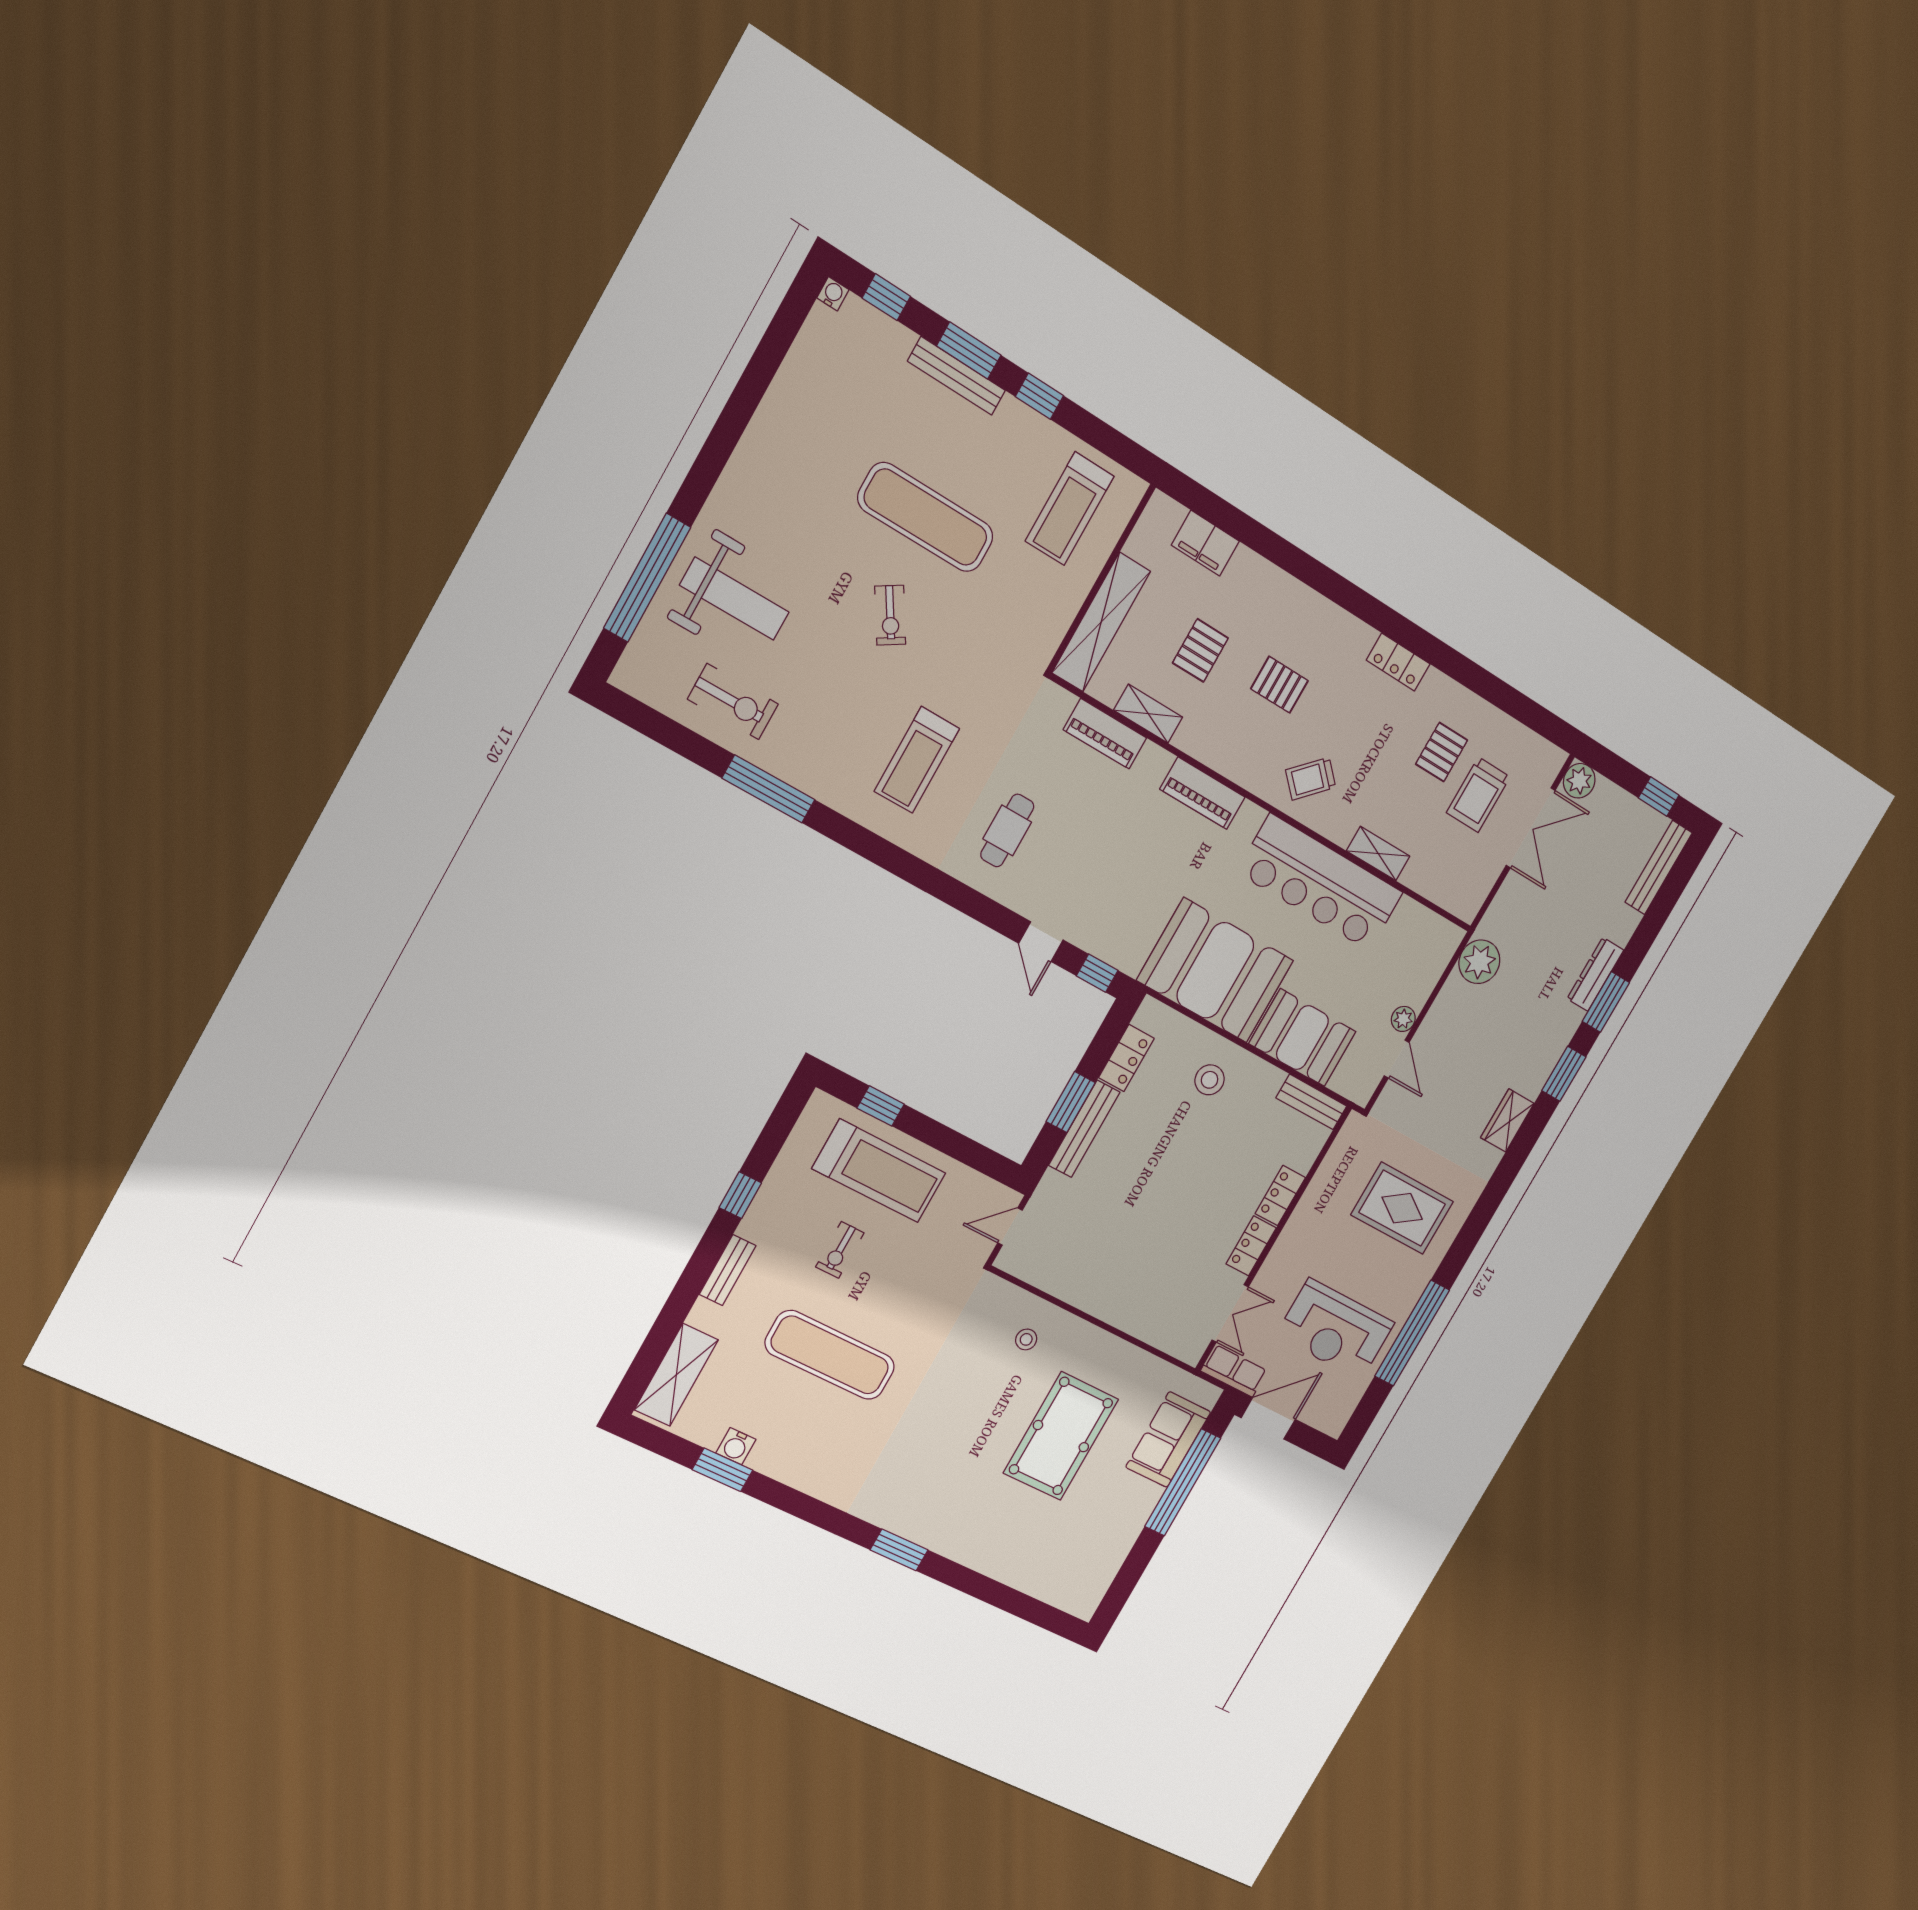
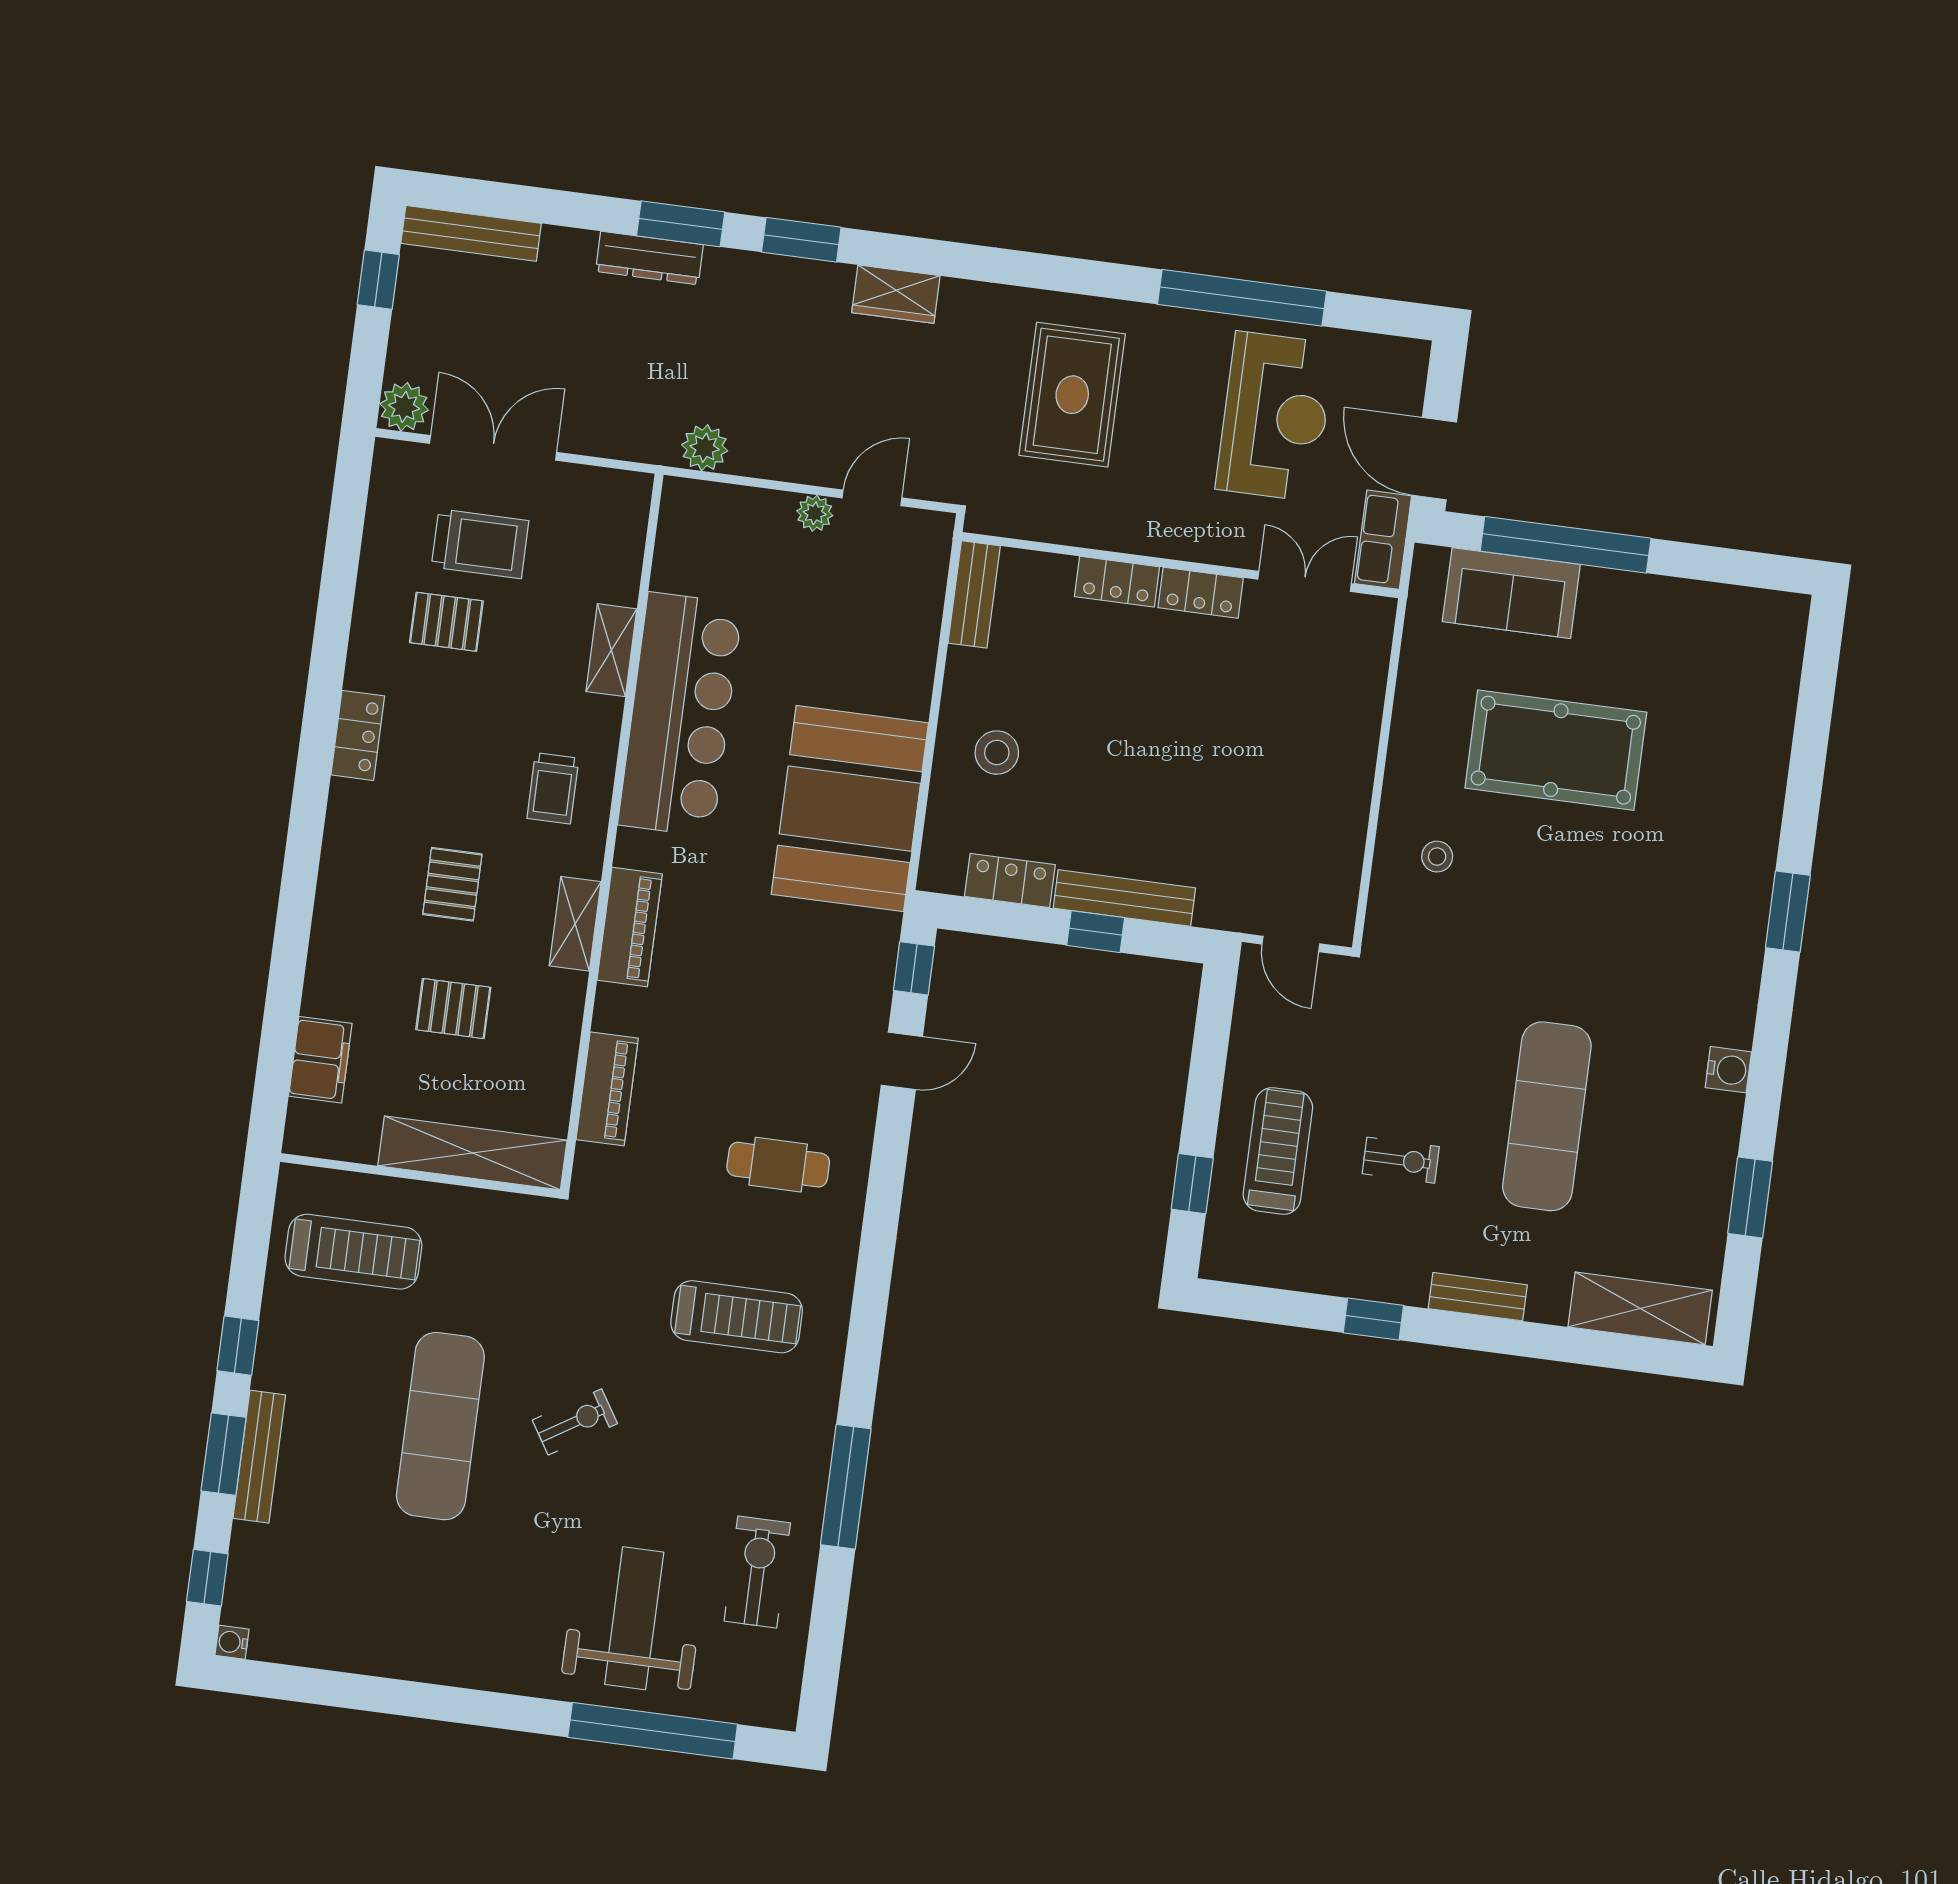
shelving: (1148, 714) -> (575, 924), moved
trolley: (1311, 779) -> (553, 788), turned 45
plant: (1479, 962) -> (705, 448), width x0.73, depth x0.73
booth: (1302, 1038) -> (893, 647), removed
window: (1071, 1102) -> (1096, 932), width x0.67
treadmill: (879, 1171) -> (1278, 1151), width x0.73, depth x0.73
water cooler: (736, 1446) -> (1728, 1070), moved

